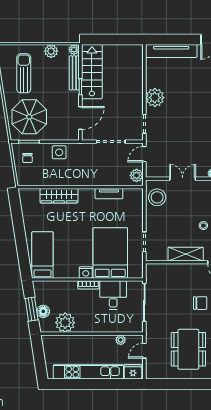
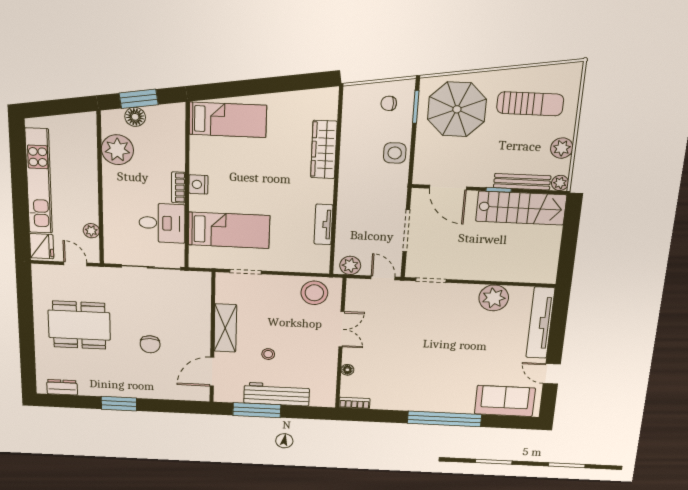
plant: (155, 98) -> (494, 298), moved
bed: (110, 253) -> (229, 230), width x0.67

